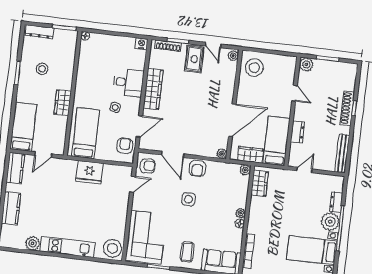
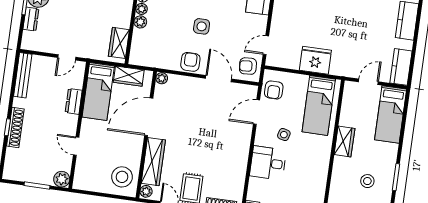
wardrobe: (153, 89) -> (153, 162), moved, turned 180
plant: (245, 170) -> (140, 22), moved

